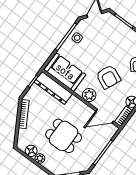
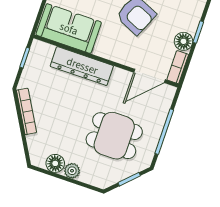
dresser: (53, 88) -> (82, 66), moved
plant: (89, 95) -> (116, 52), removed
dining table: (64, 136) -> (114, 136), moved

